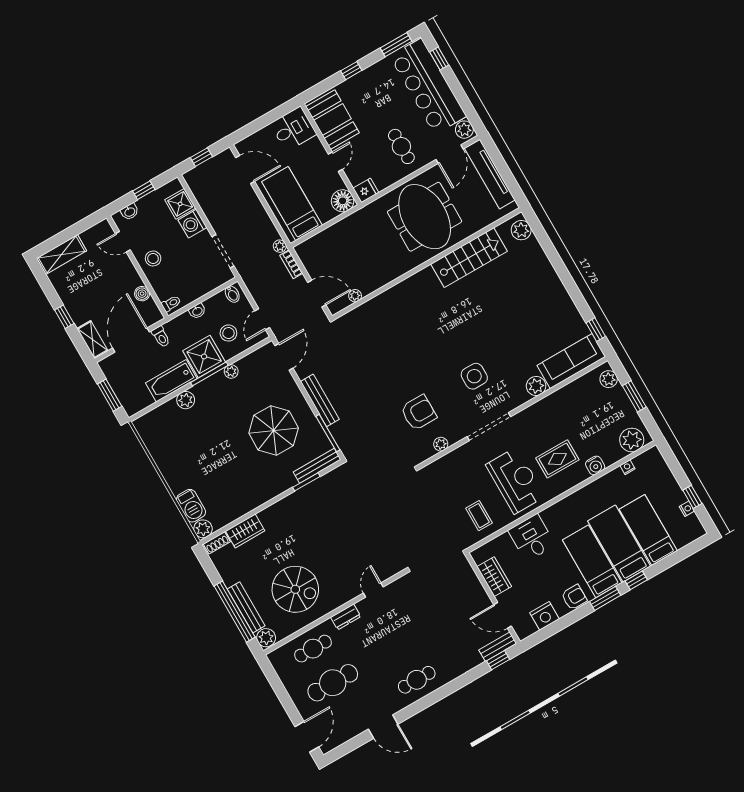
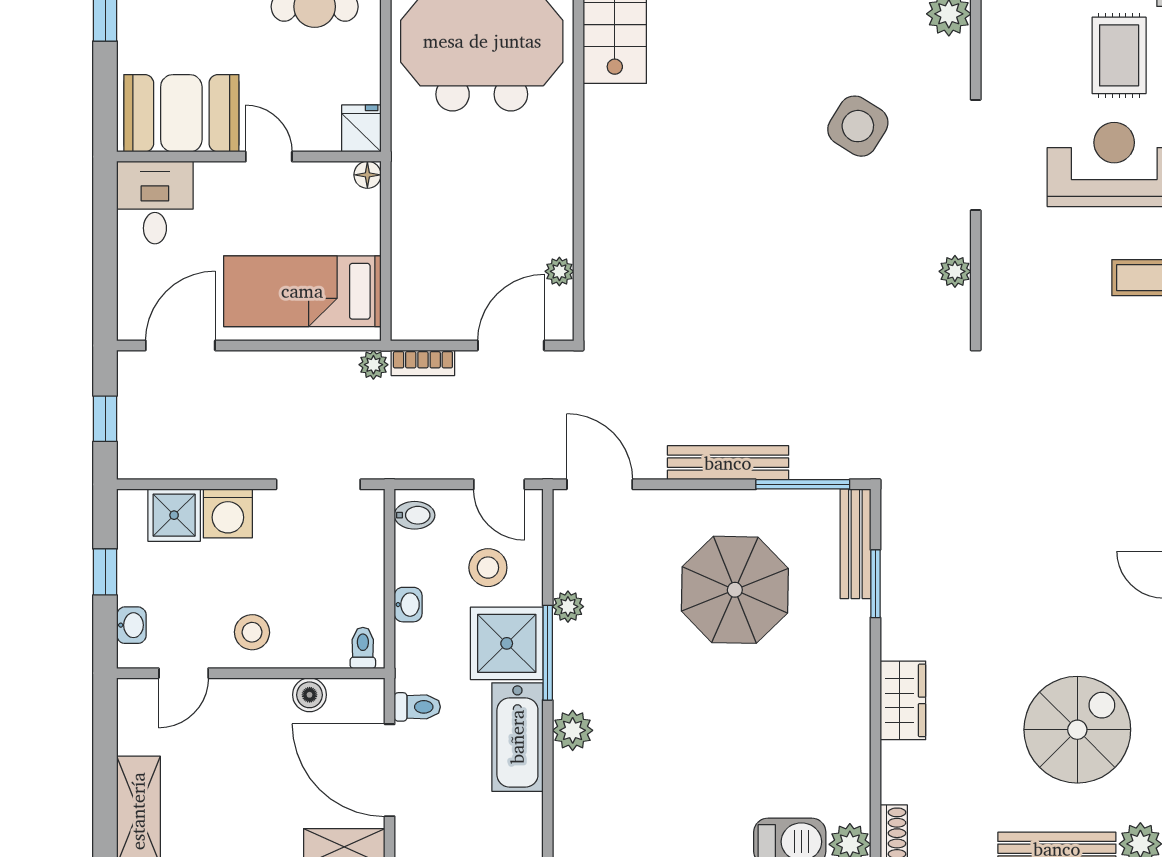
floor lamp: (343, 201) -> (367, 175), width x0.53, depth x0.53
side table: (474, 376) -> (858, 126), turned 32
armchair: (419, 413) -> (866, 279), removed
wardrobe: (245, 531) -> (903, 700), moved

